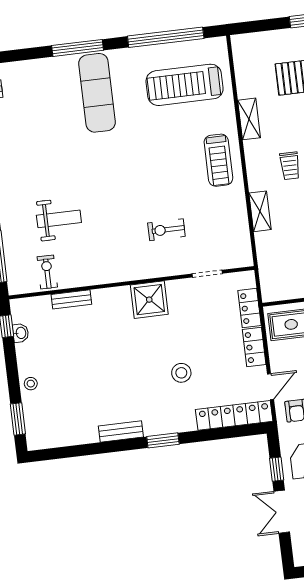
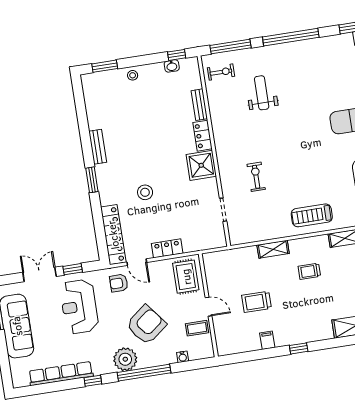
weight bench: (59, 219) -> (262, 93), turned 180
exercise bike: (47, 272) -> (221, 72), moved
locker: (249, 308) -> (203, 136), moved, turned -90

